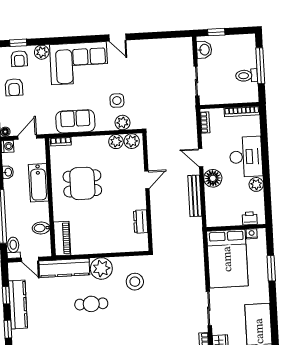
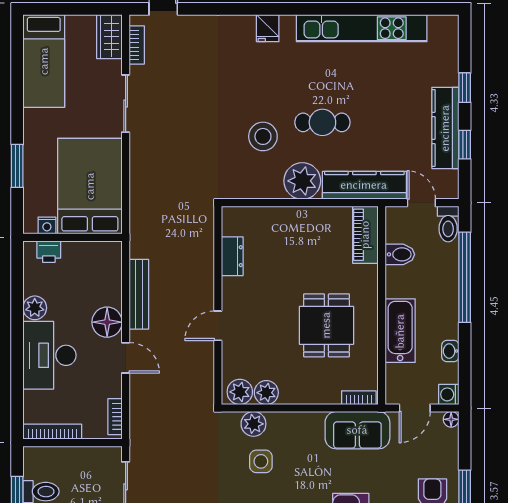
sofa: (75, 121) -> (357, 430), moved
dining table: (82, 183) -> (326, 325), turned 90
stool: (135, 282) -> (263, 136), moved

